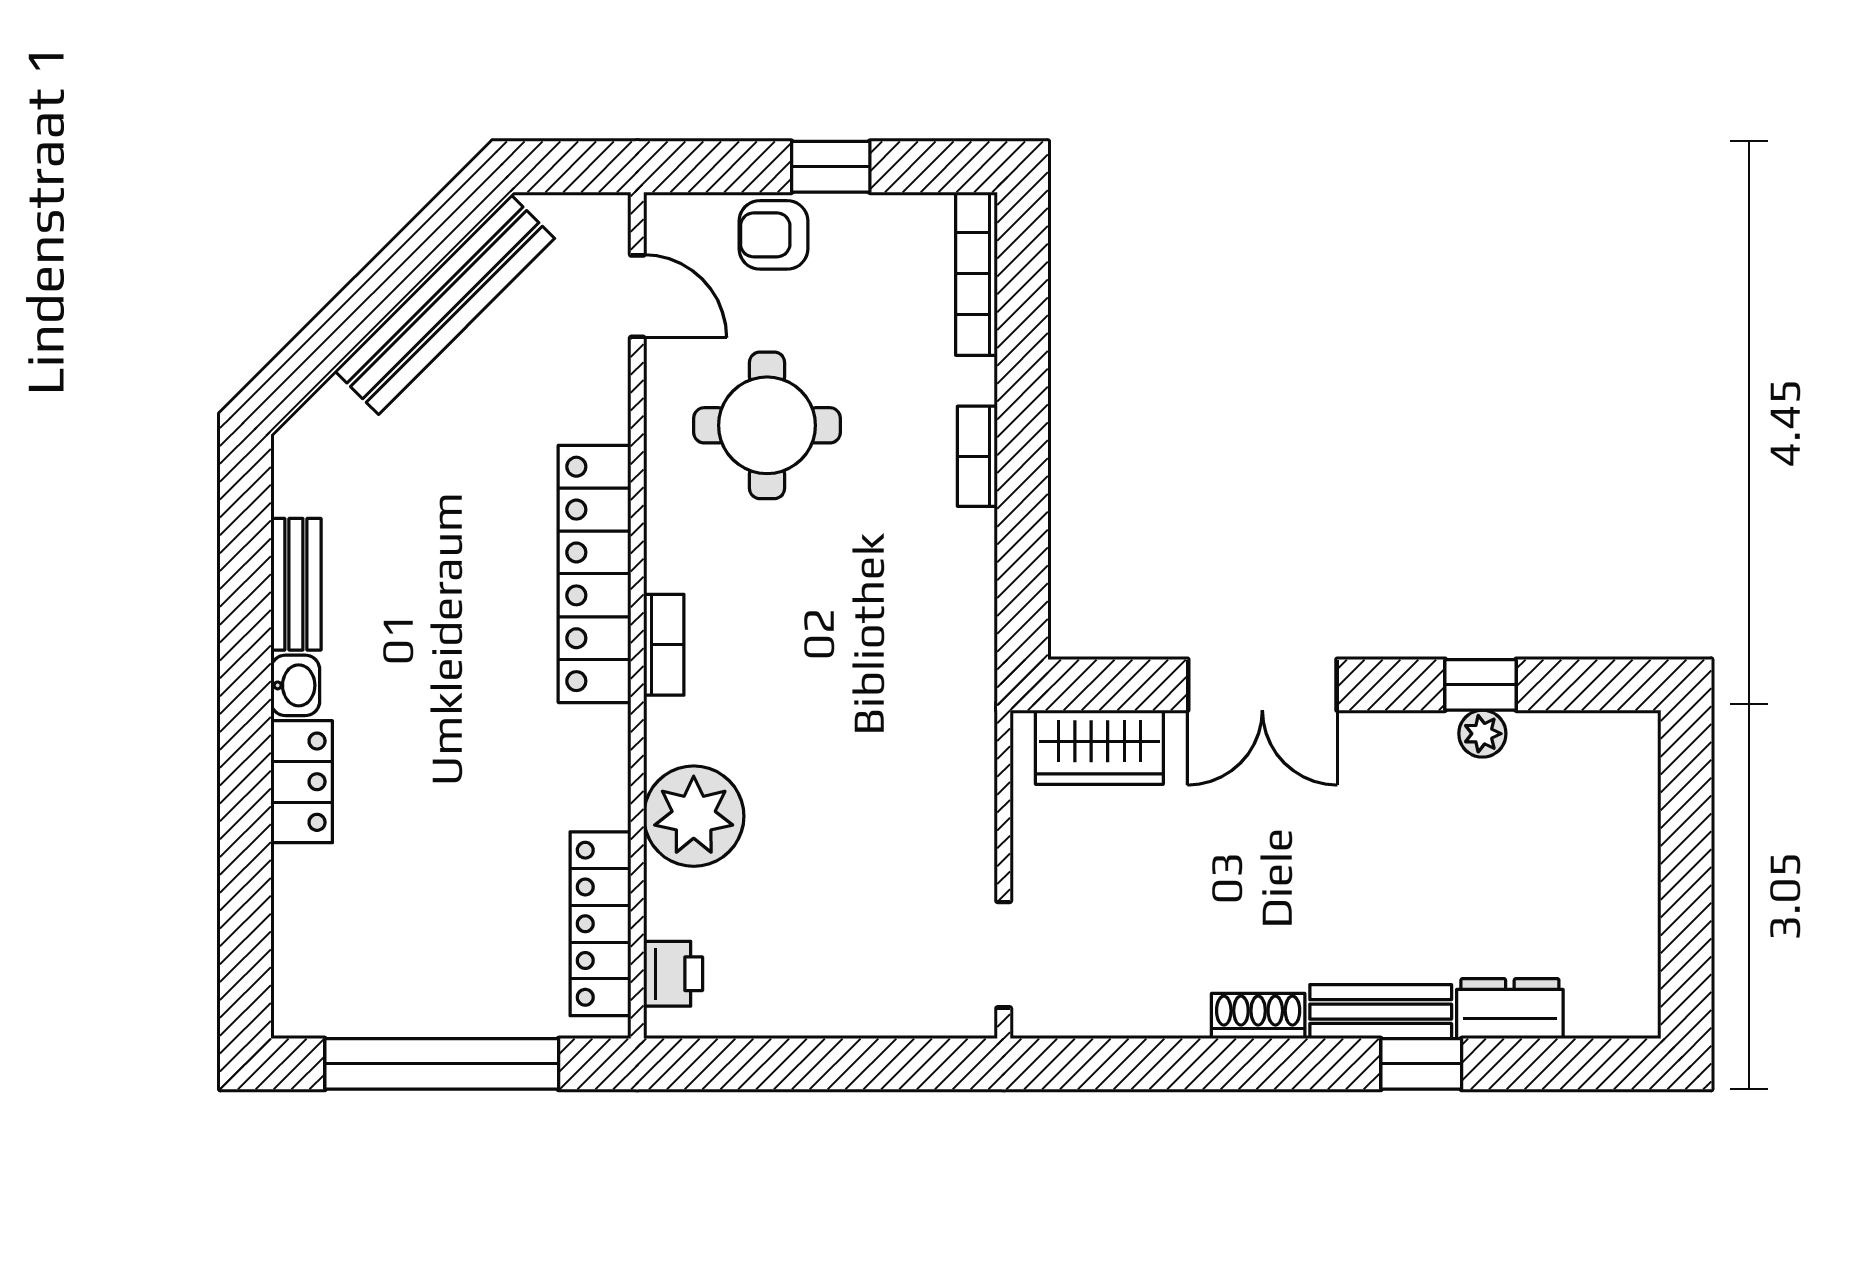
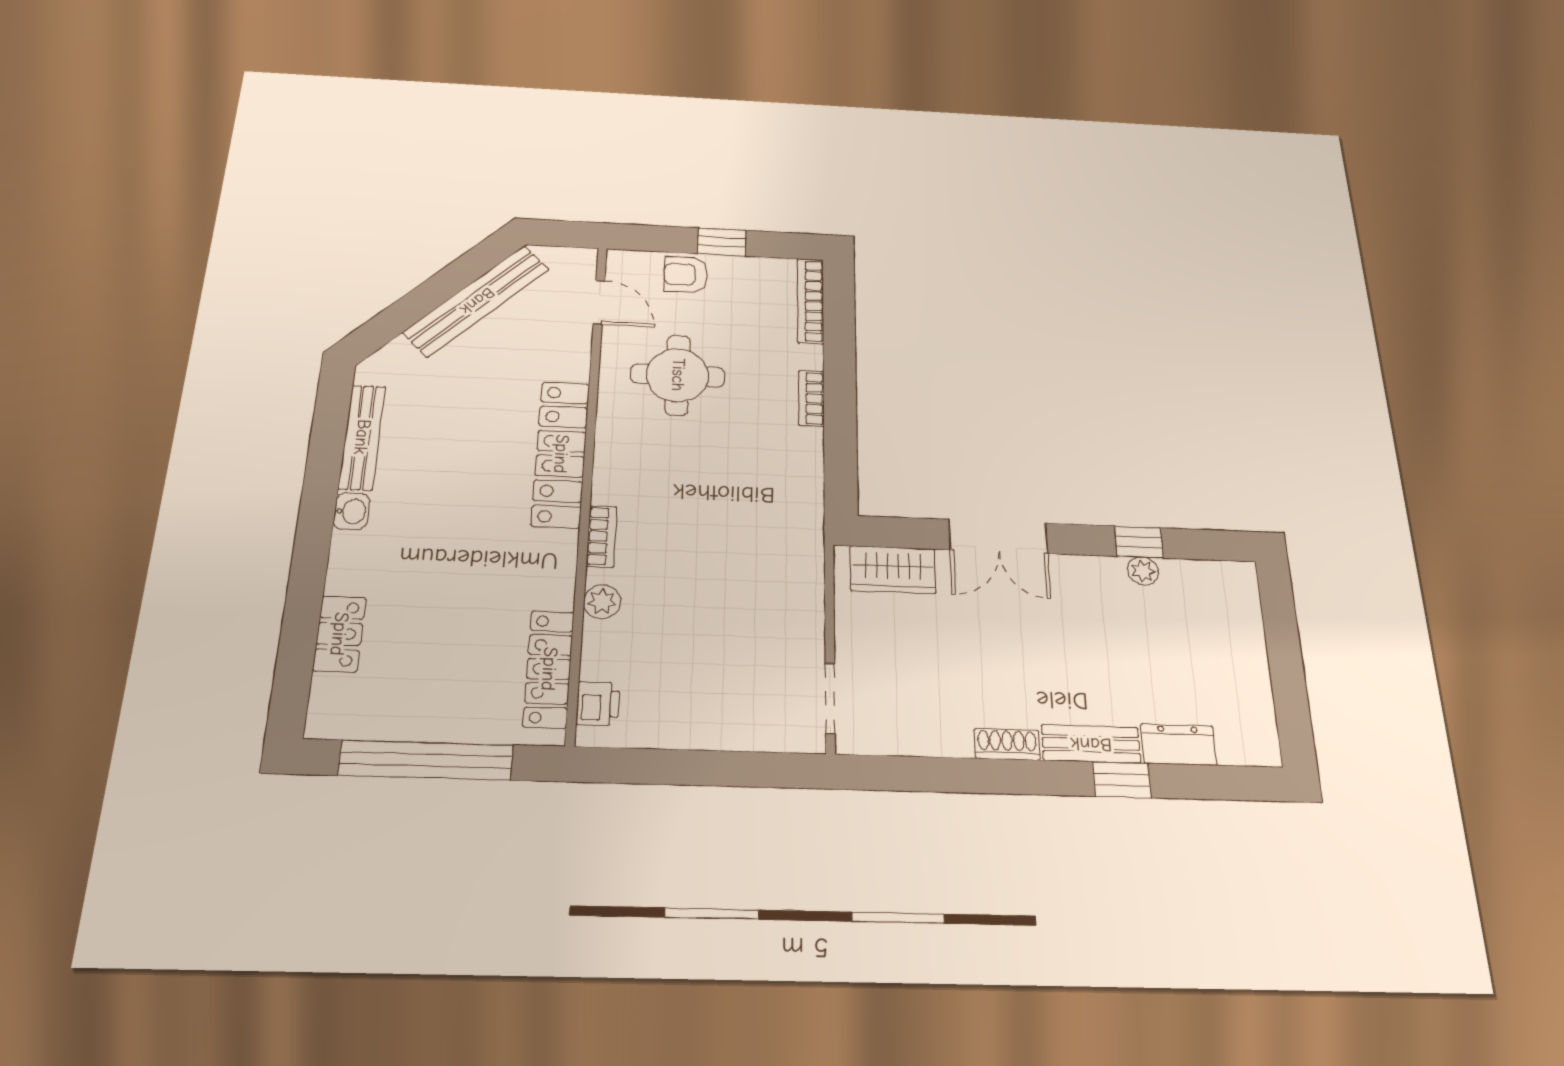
bench: (296, 584) -> (362, 437), width x1.36
bookcase: (664, 645) -> (601, 536), moved
locker: (302, 782) -> (339, 634), moved
plant: (694, 816) -> (602, 602), width x0.53, depth x0.53

